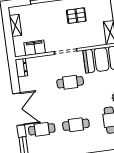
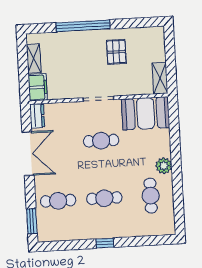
pallet: (76, 16) -> (116, 52), turned 90
filing cabinet: (35, 48) -> (38, 87), moved, turned 90
double door: (19, 109) -> (28, 154), moved

